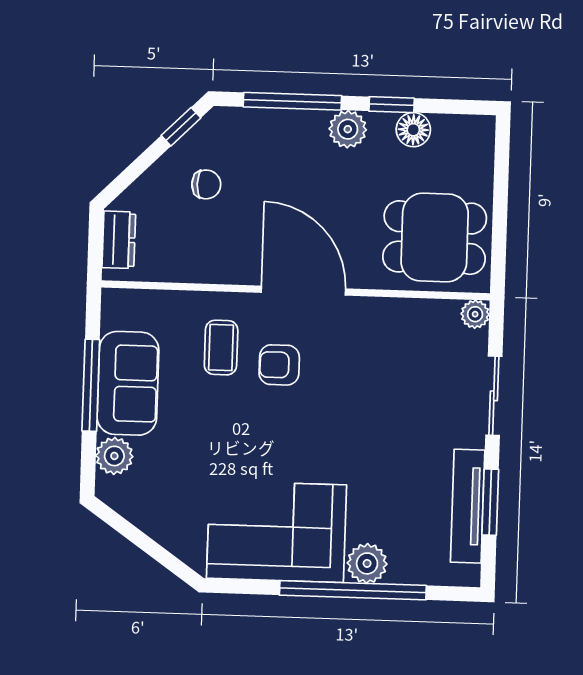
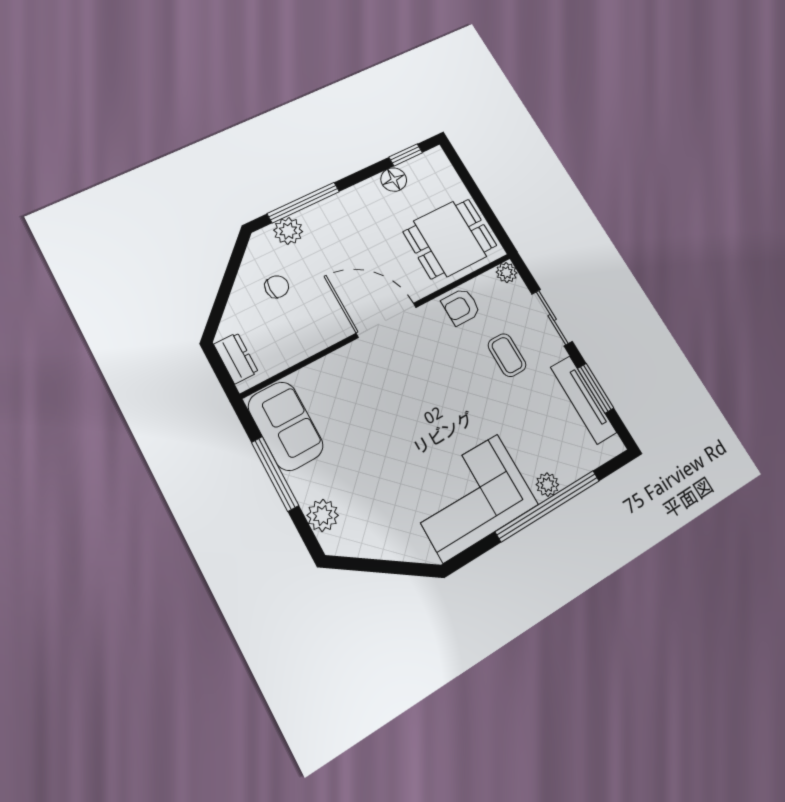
window: (392, 105) -> (406, 155), moved
window: (181, 127) -> (236, 258), removed
plant: (348, 129) -> (288, 231), moved
coffee table: (221, 348) -> (507, 355), moved
armchair: (279, 365) -> (461, 307), moved
sofa: (128, 383) -> (286, 426), moved
plant: (367, 563) -> (547, 485), width x0.73, depth x0.73

